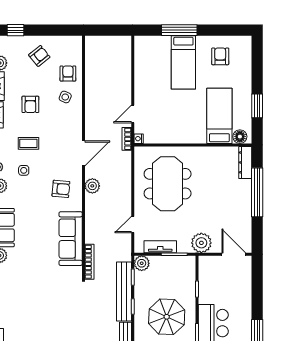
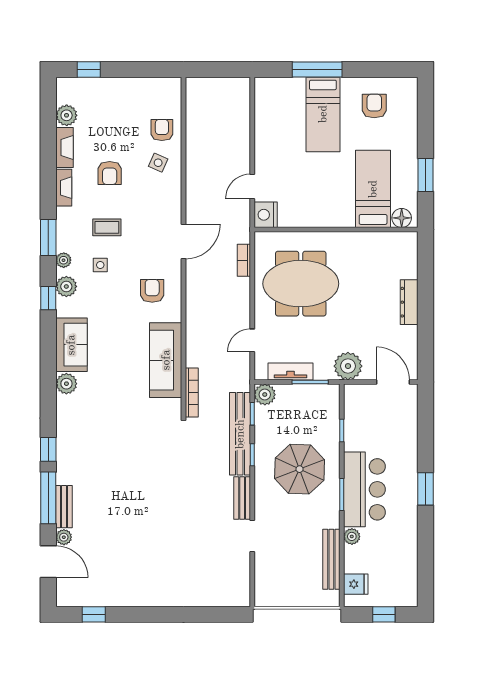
armchair: (39, 56) -> (122, 105), removed
bookcase: (127, 139) -> (244, 260), moved
nightstand: (139, 139) -> (266, 215), width x1.89, depth x1.79
dresser: (245, 162) -> (409, 302), moved
meeting table: (168, 184) -> (301, 284), turned 90
plant: (92, 186) -> (196, 287), removed
armchair: (61, 189) -> (152, 291), turned -95
window: (257, 192) -> (426, 296), removed

